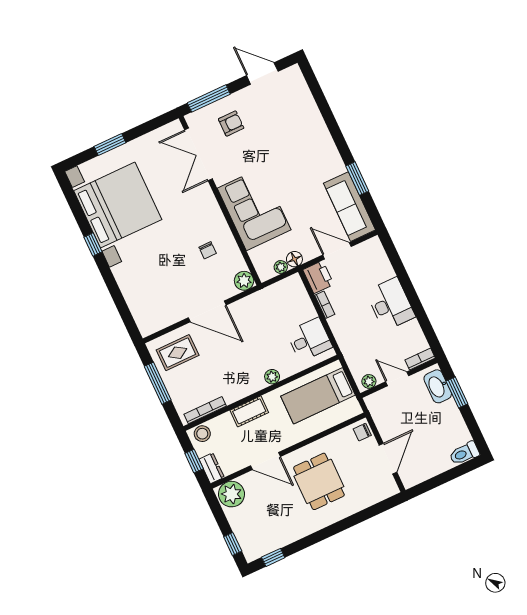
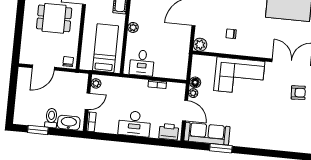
armchair: (231, 124) -> (298, 93), turned -94
door: (337, 251) -> (185, 111), hinge flipped
plant: (281, 267) -> (193, 93), moved
printer: (318, 277) -> (169, 132), moved, turned 180
window: (457, 392) -> (38, 130), moved
toilet: (464, 453) -> (51, 118), moved
door: (388, 459) -> (43, 67), hinge flipped

